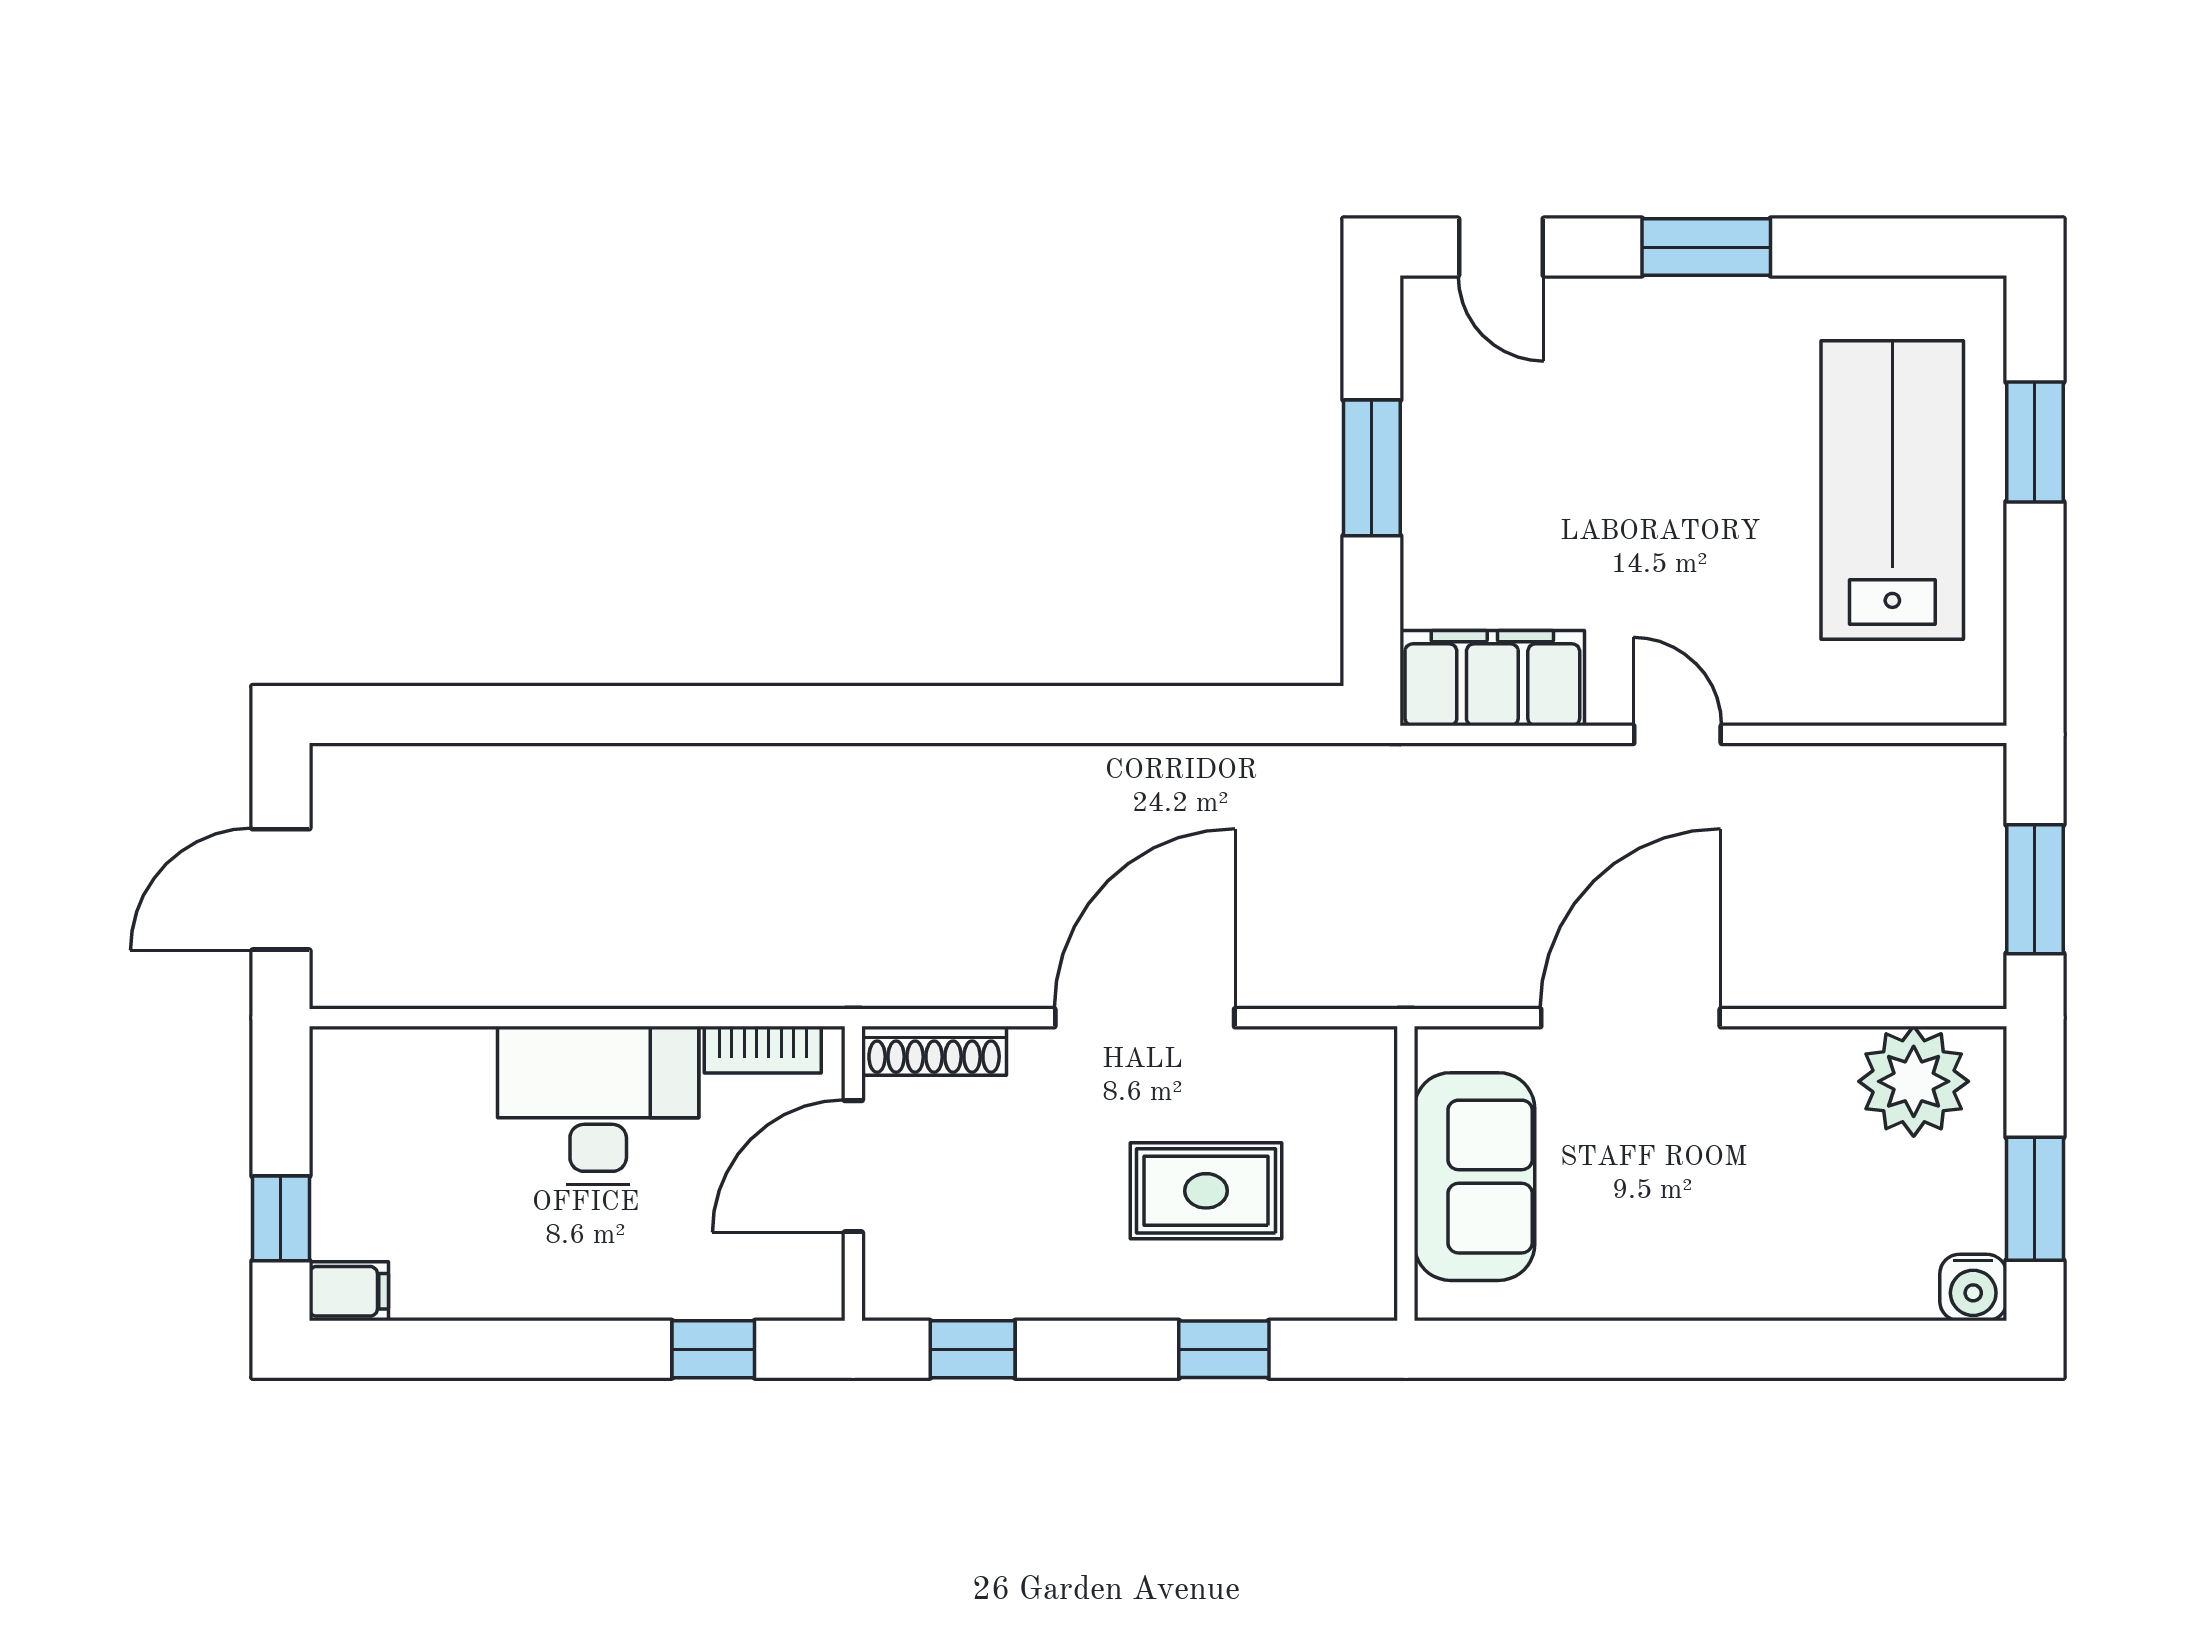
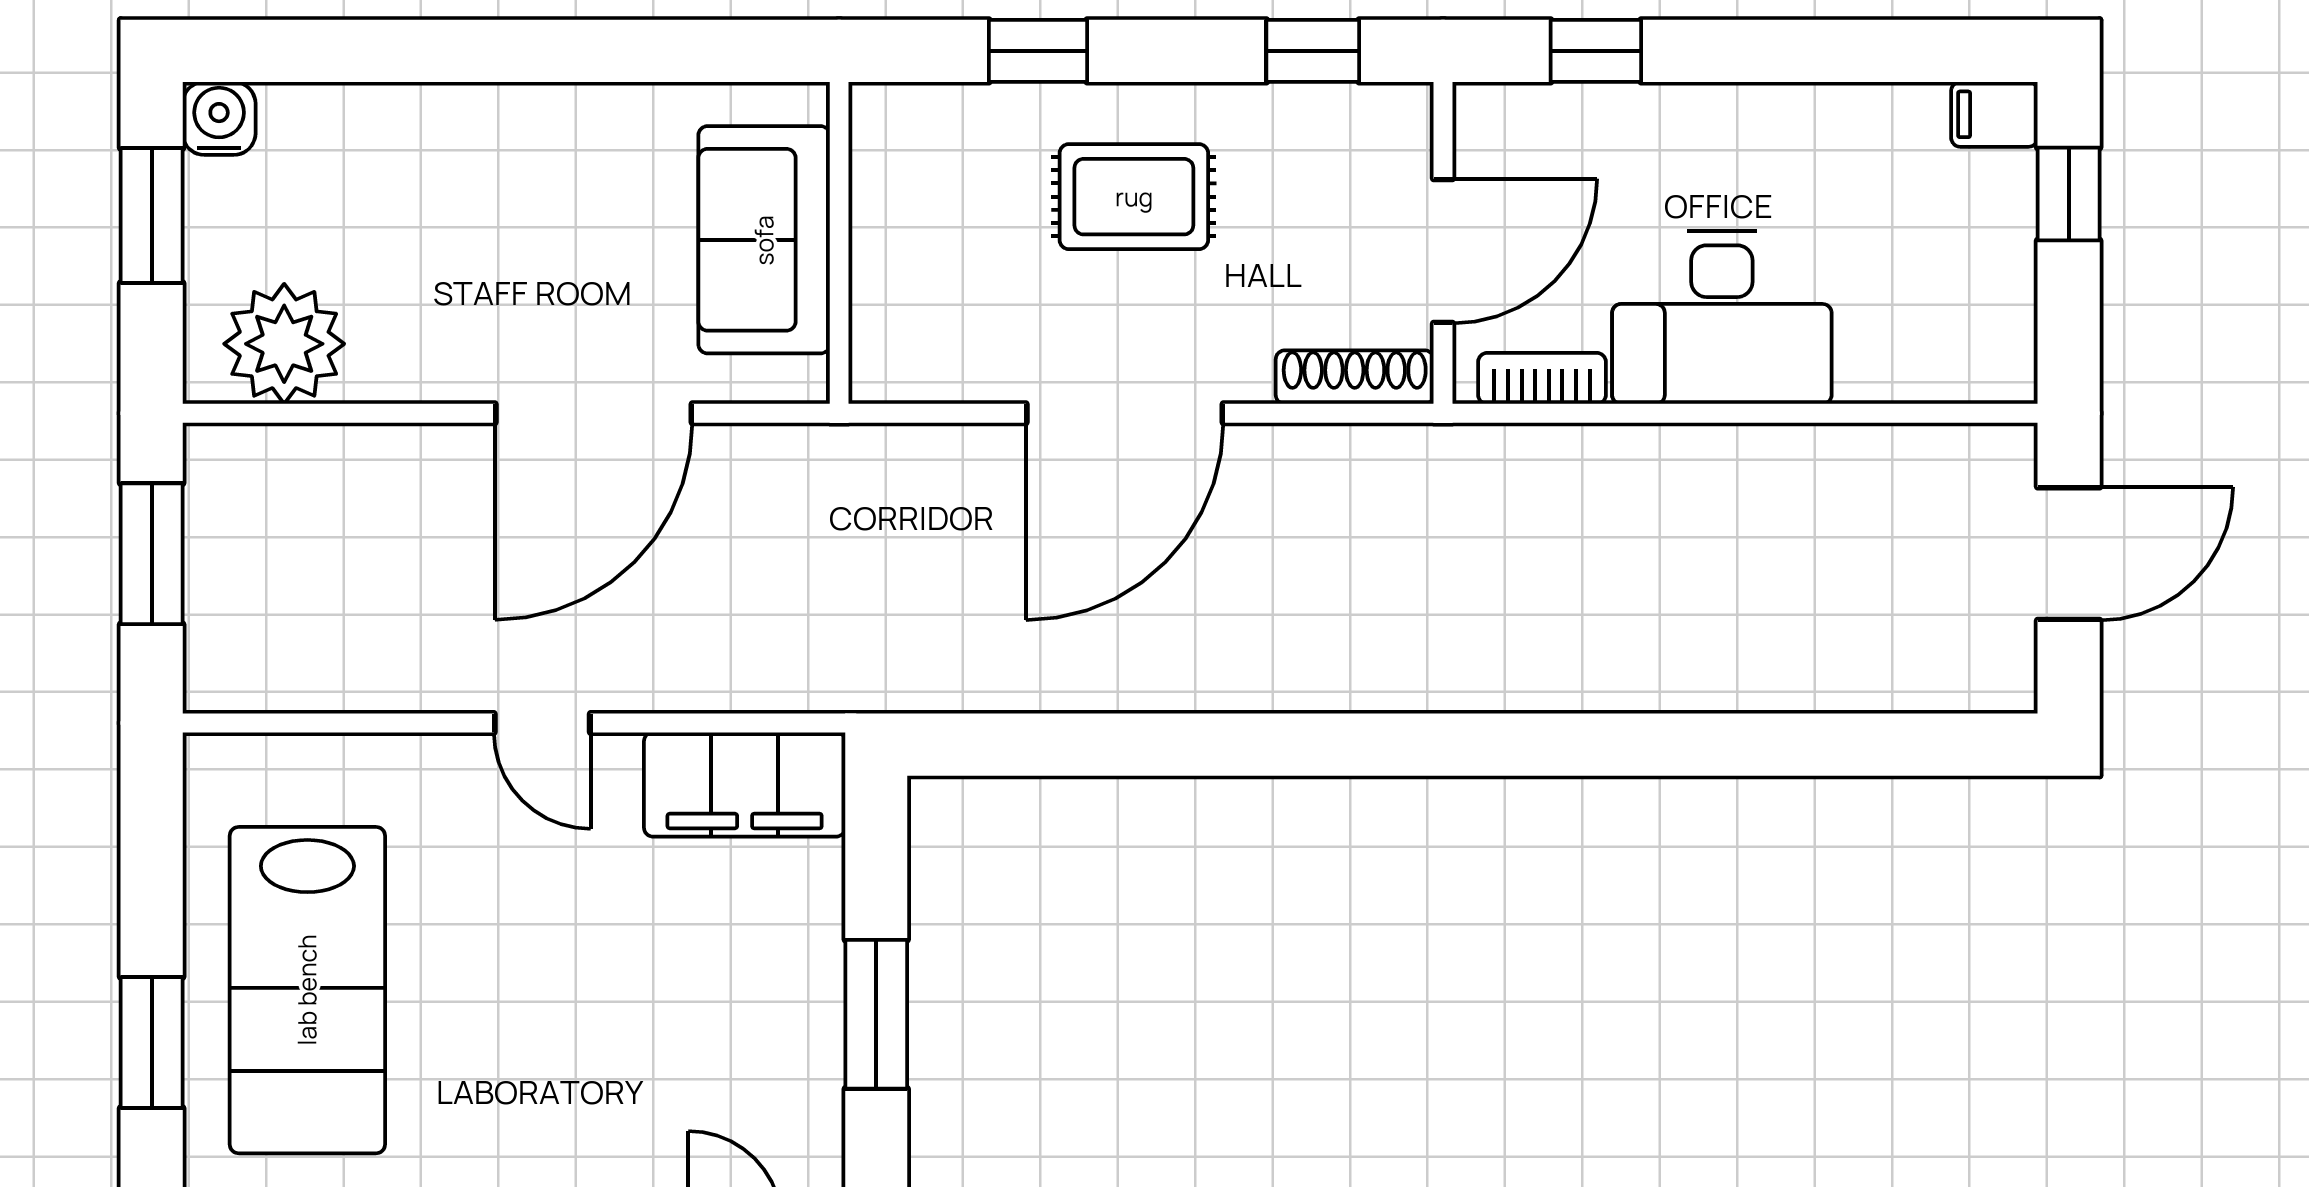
rug: (1206, 1191) -> (1134, 197), moved

